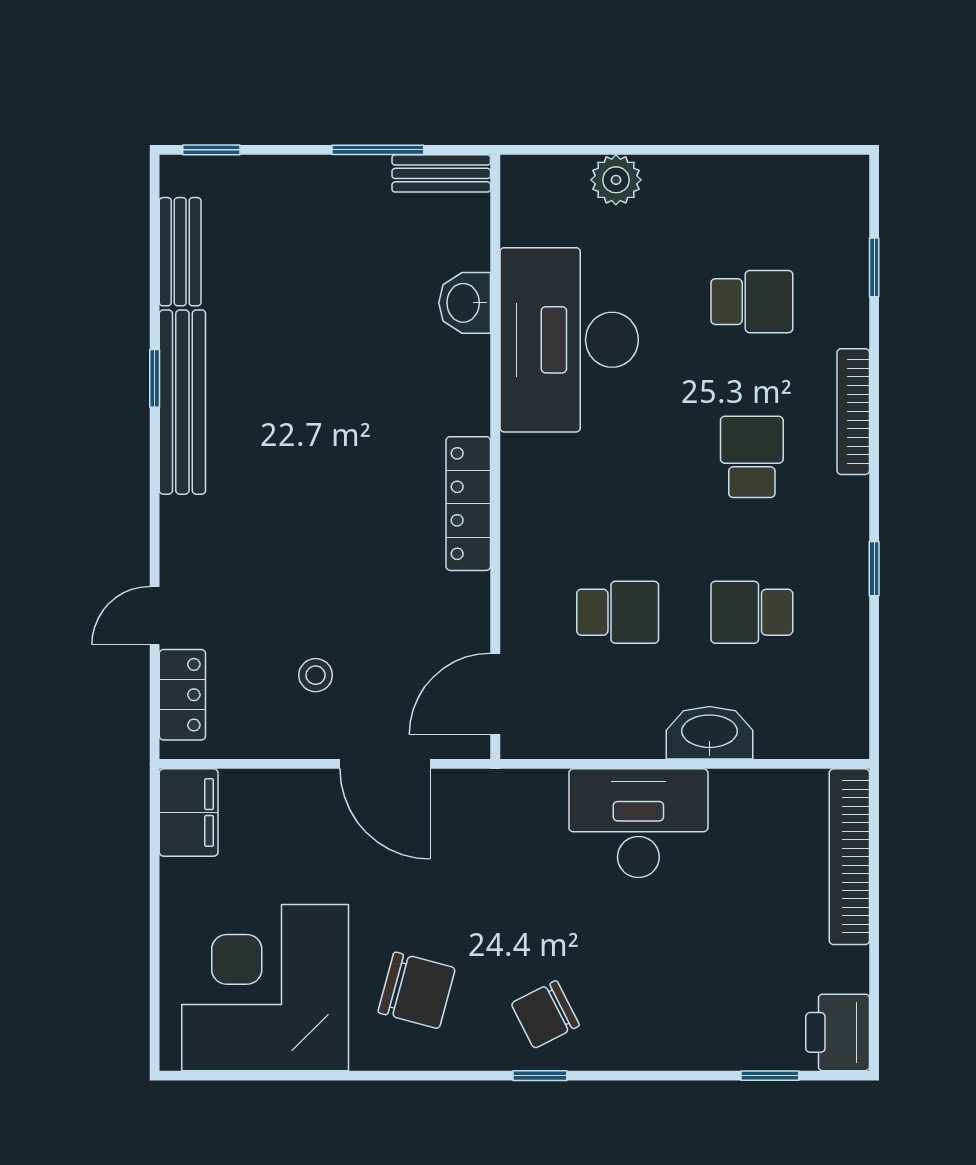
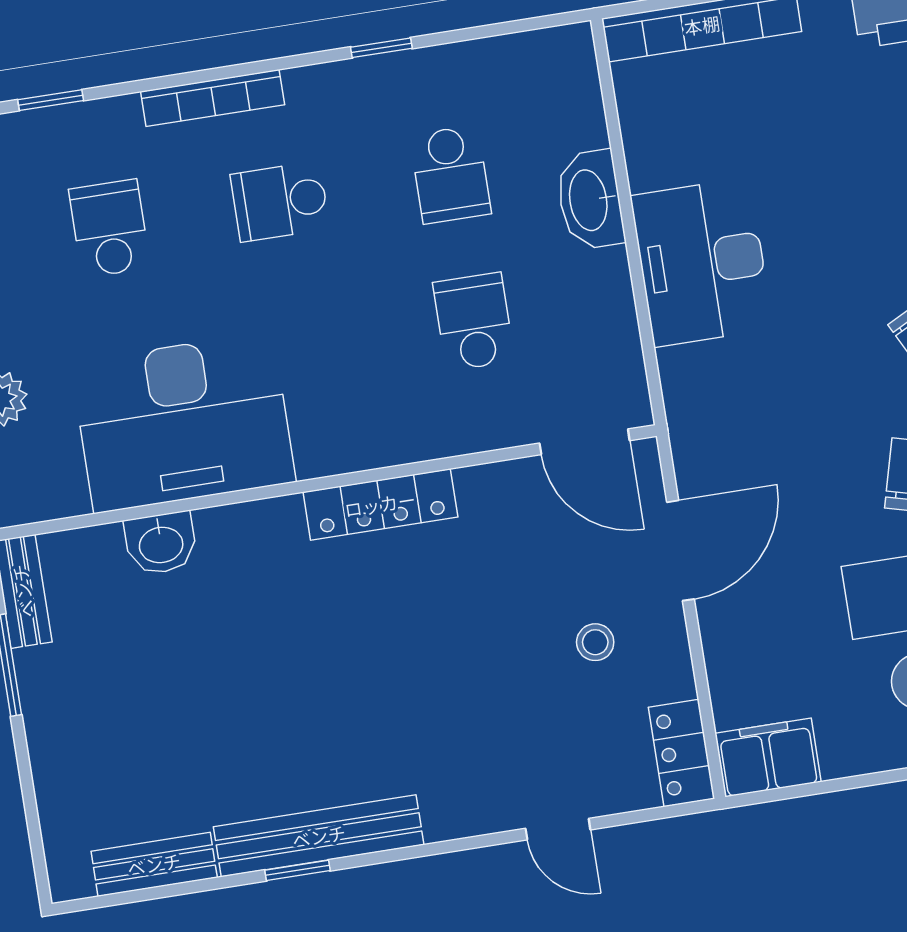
window: (211, 150) -> (37, 848), removed
locker: (182, 695) -> (681, 753), moved, turned -90

